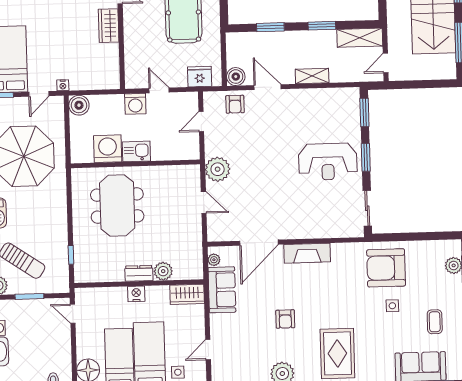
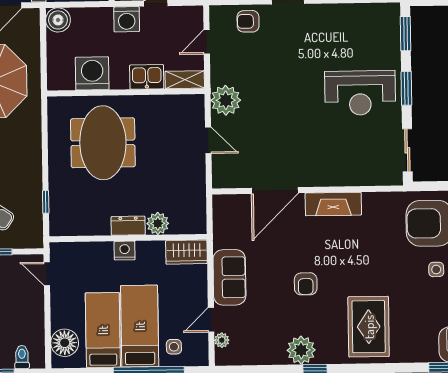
armchair: (235, 104) -> (248, 21), turned 90
kitchen sink: (136, 151) -> (147, 77), moved
shelving: (184, 153) -> (185, 80), added
plant: (214, 260) -> (222, 340), moved
sofa: (222, 290) -> (229, 277), moved

